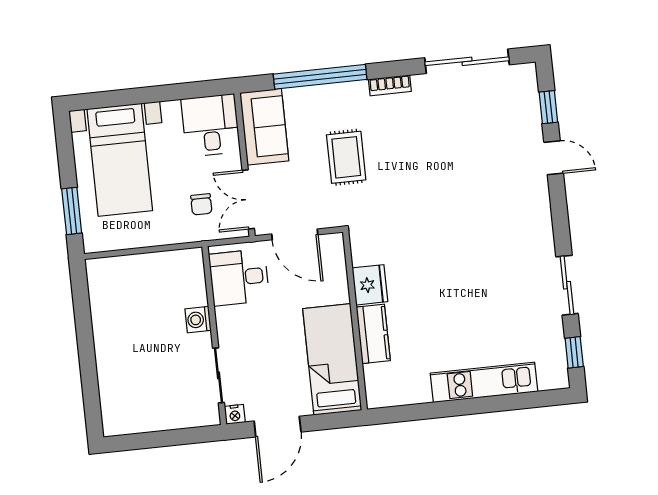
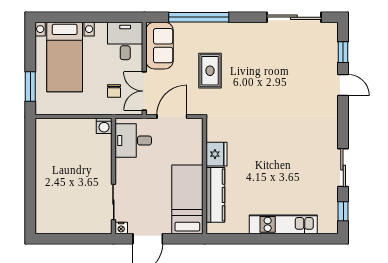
bookcase: (390, 85) -> (243, 27), removed
door: (295, 234) -> (172, 117), swing flipped
washing machine: (198, 320) -> (104, 126), moved, turned -90
kitchen counter: (373, 334) -> (215, 195), width x1.50

